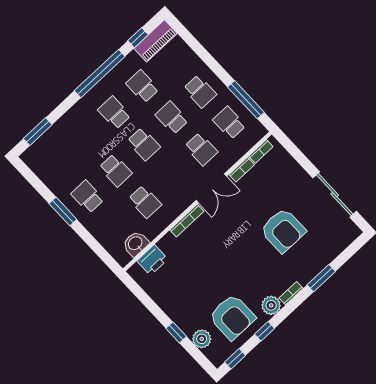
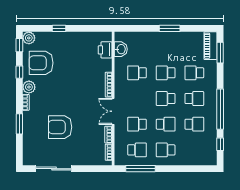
piano: (155, 41) -> (211, 46), moved
school desk: (87, 197) -> (194, 73), moved, turned 180
plant: (202, 339) -> (29, 38), moved

